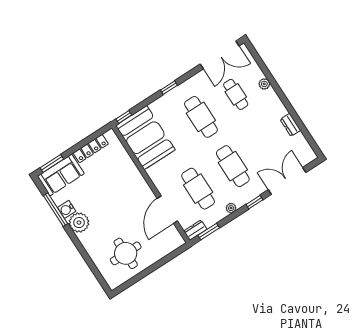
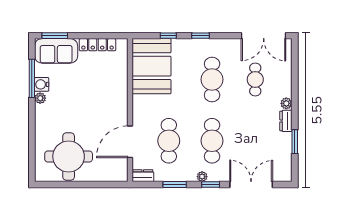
plant: (264, 84) -> (286, 103), moved
window: (124, 117) -> (168, 36), moved
window: (300, 124) -> (295, 142), added
dresser: (290, 125) -> (286, 121), moved
plant: (231, 208) -> (202, 177), moved
plant: (79, 223) -> (40, 98), width x0.53, depth x0.53
window: (209, 232) -> (175, 185), moved
round table: (126, 253) -> (69, 156), width x1.36, depth x1.36

